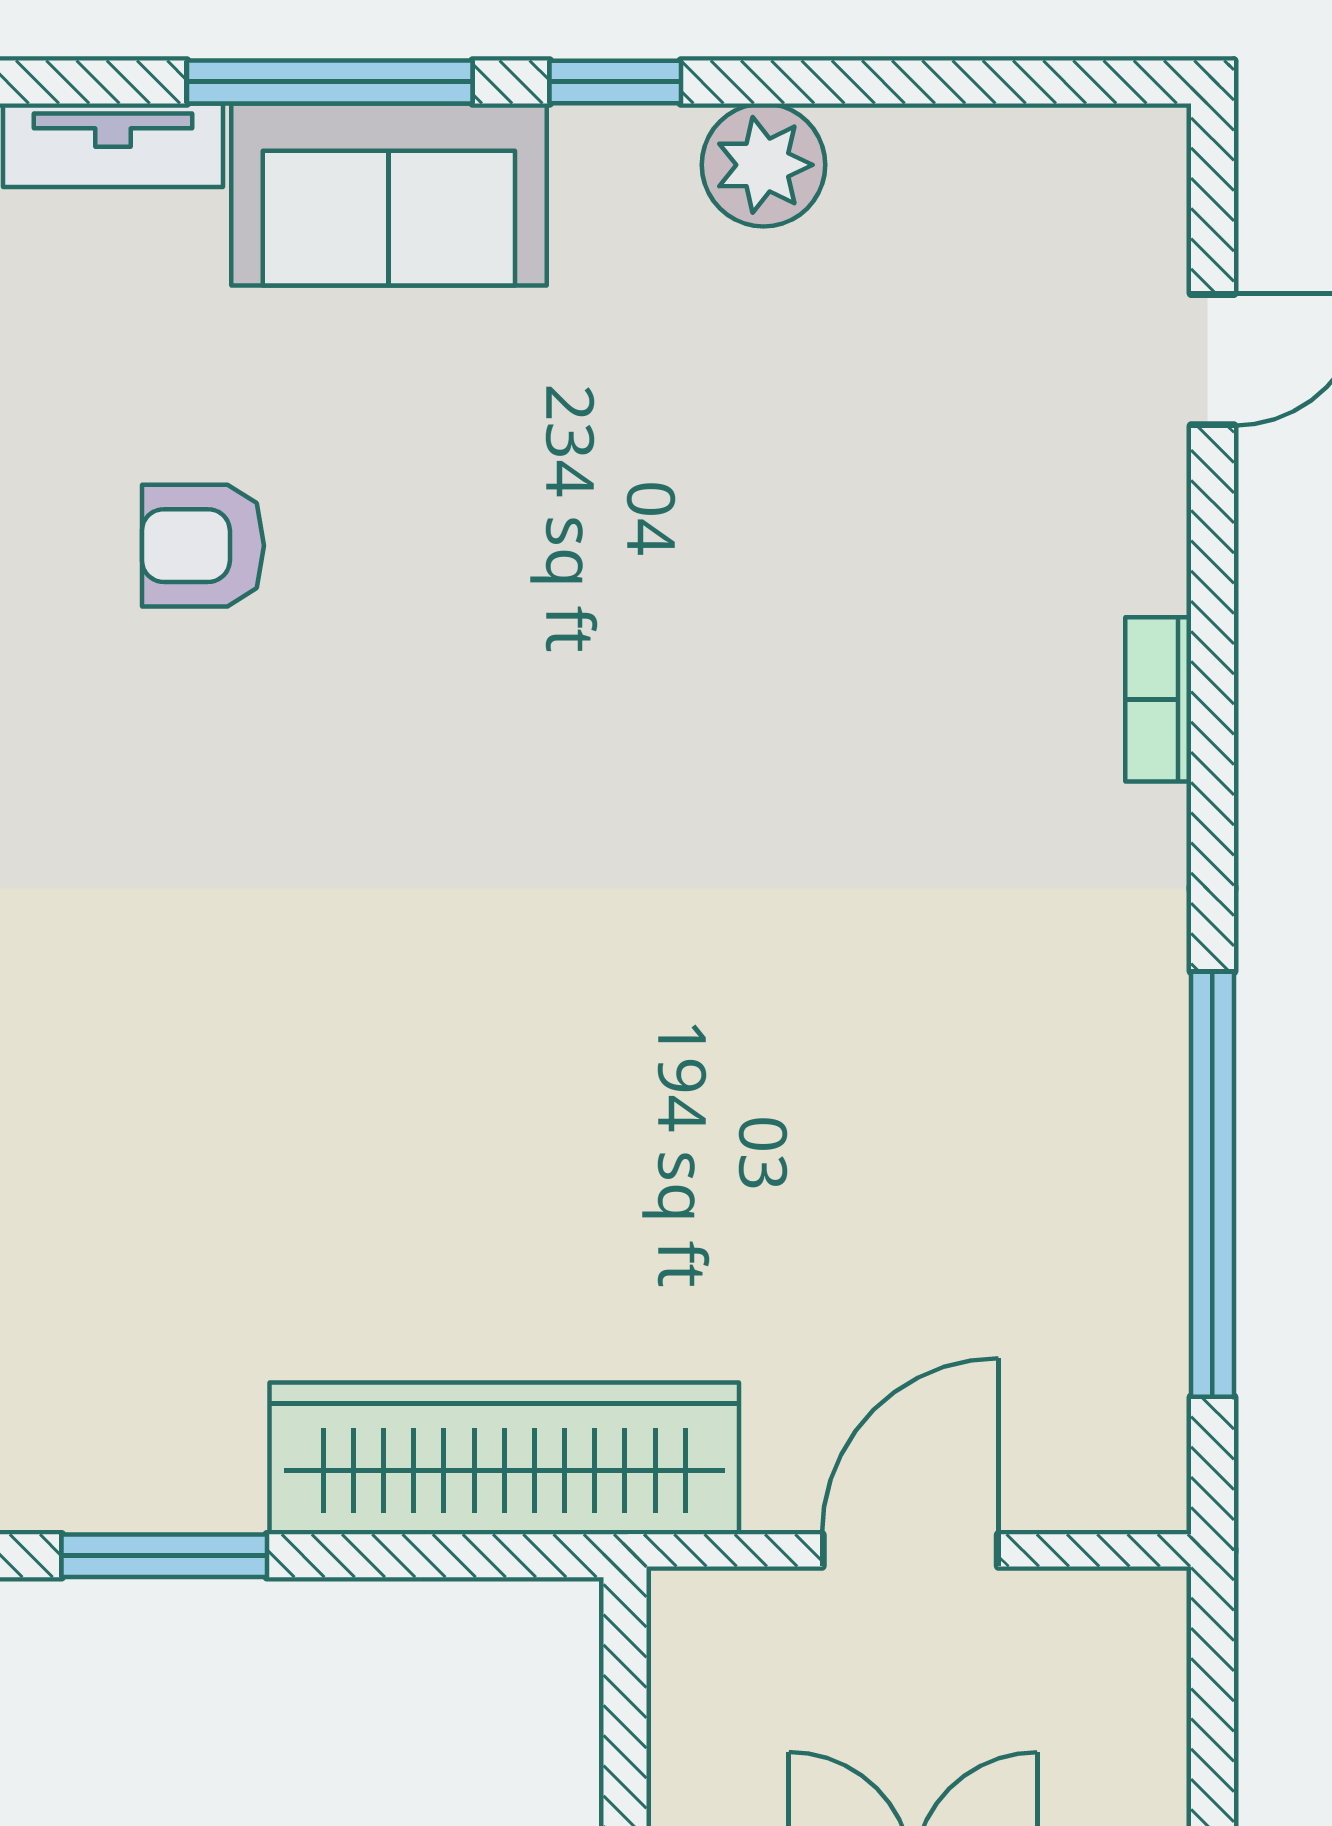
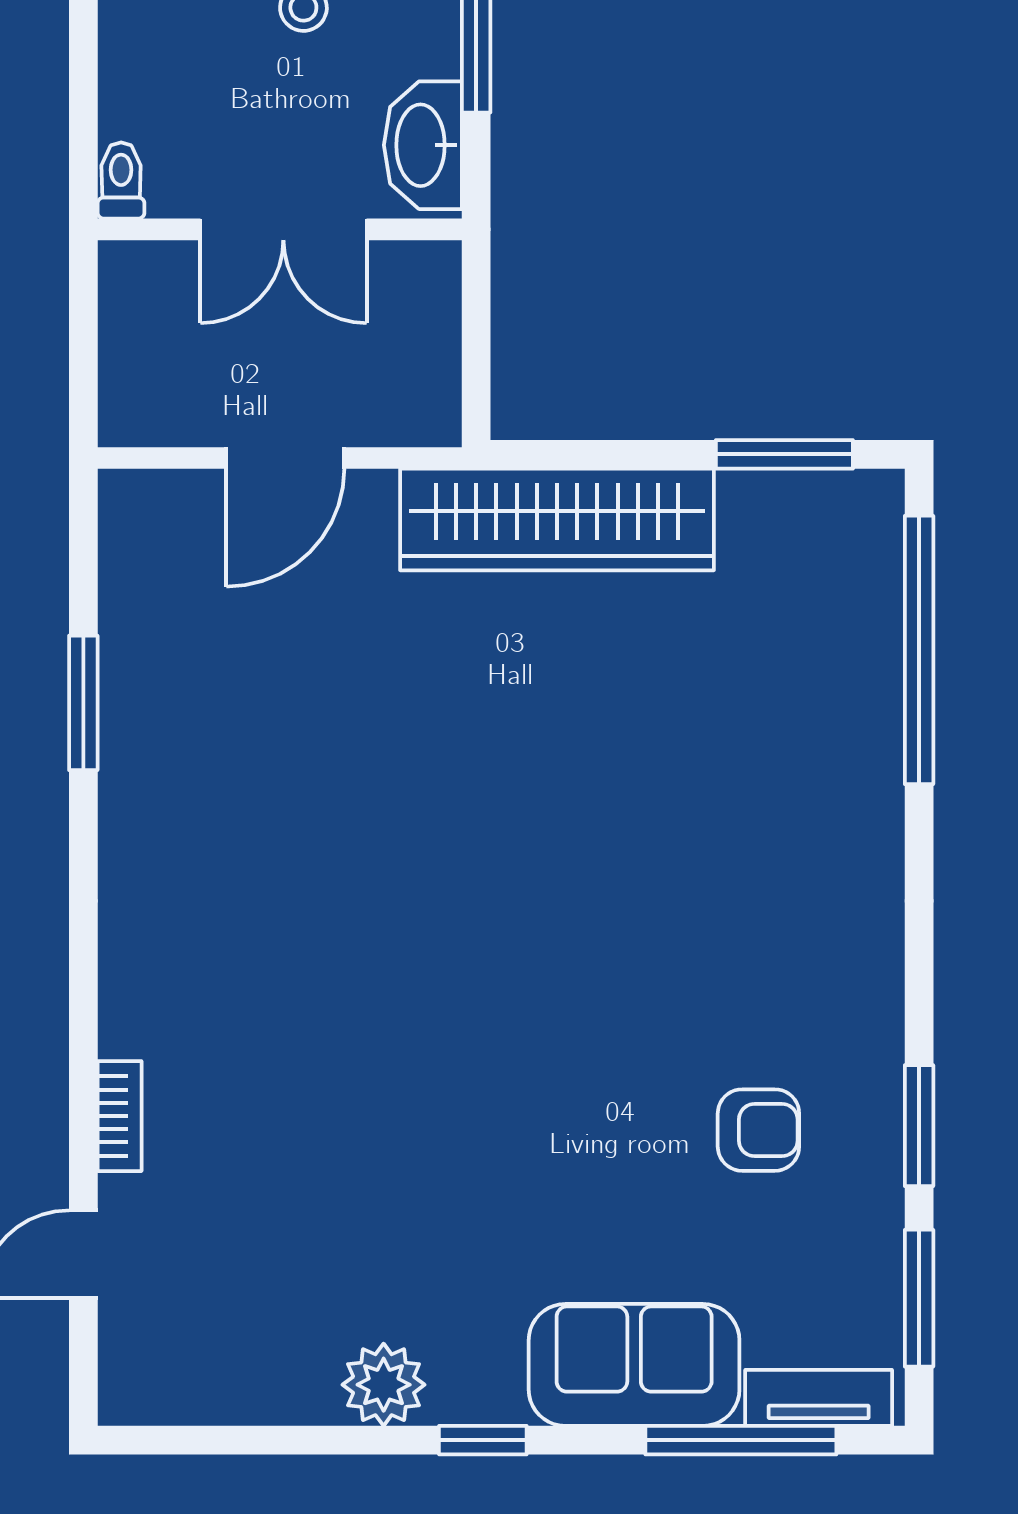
window: (330, 82) -> (741, 1440), moved
bookcase: (1158, 699) -> (120, 1116), moved
window: (1212, 1184) -> (83, 703), width x0.47

